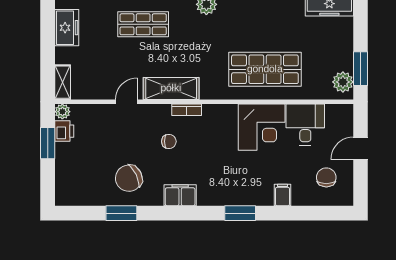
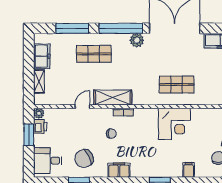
shop shelf: (265, 69) -> (177, 84), width x0.70, depth x0.74
shelving: (63, 82) -> (39, 81), moved
desk: (305, 125) -> (48, 161), moved, turned -90

